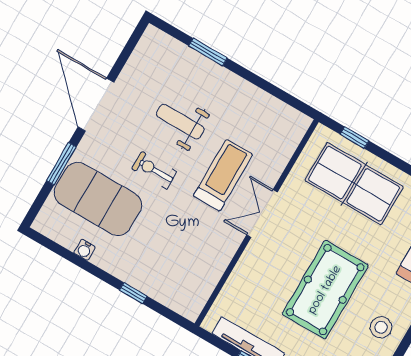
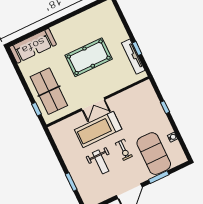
treadmill: (223, 175) -> (98, 129), width x1.37, depth x1.38
stool: (381, 327) -> (77, 28), removed

